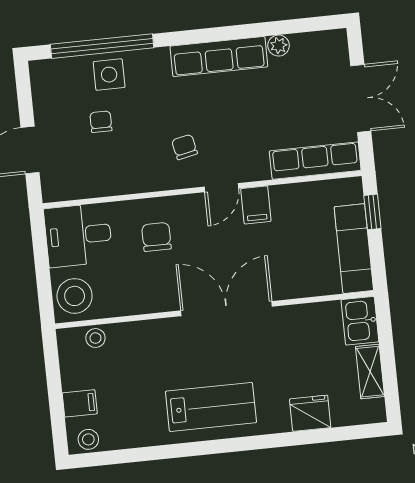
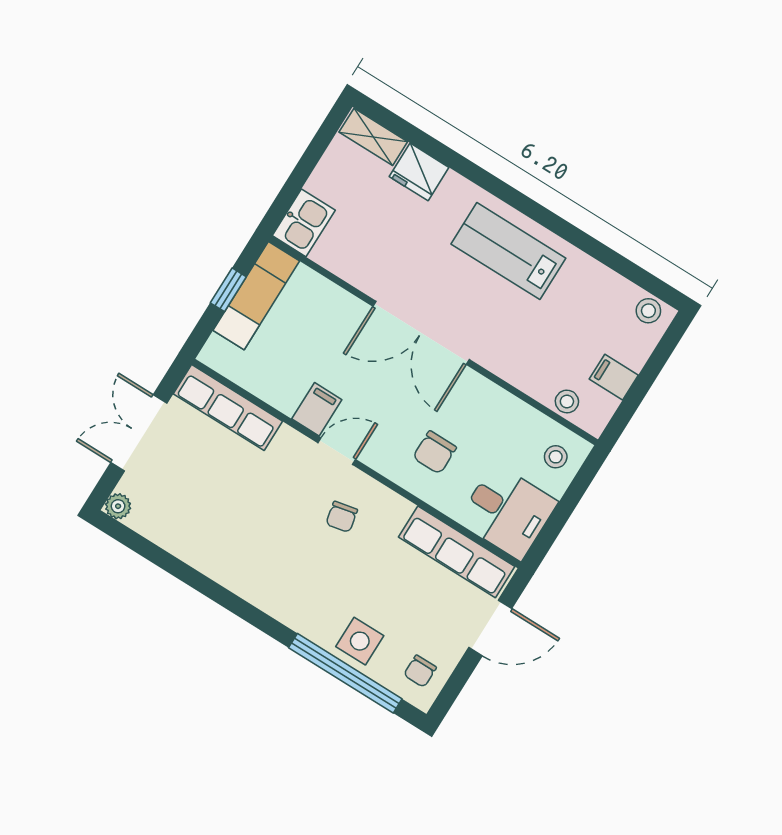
plant: (279, 46) -> (118, 506), moved
row of seats: (219, 57) -> (457, 552), moved, turned 180
chair: (101, 122) -> (420, 671), moved
window: (372, 212) -> (228, 290), moved
stool: (75, 296) -> (556, 457), width x0.53, depth x0.53
shelving: (370, 372) -> (373, 137), moved, turned 90
filing cabinet: (80, 403) -> (614, 377), moved

